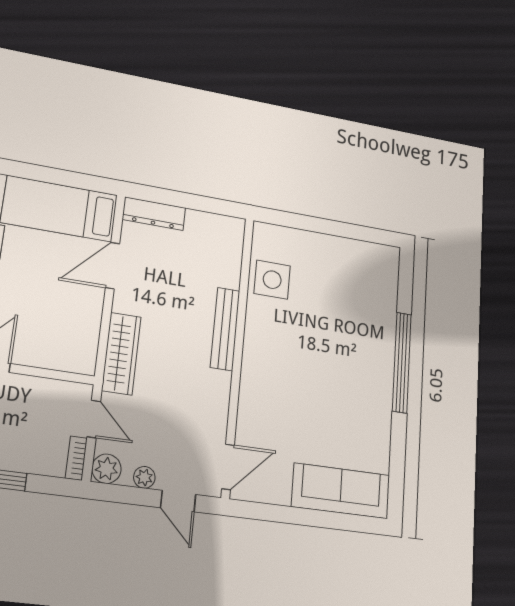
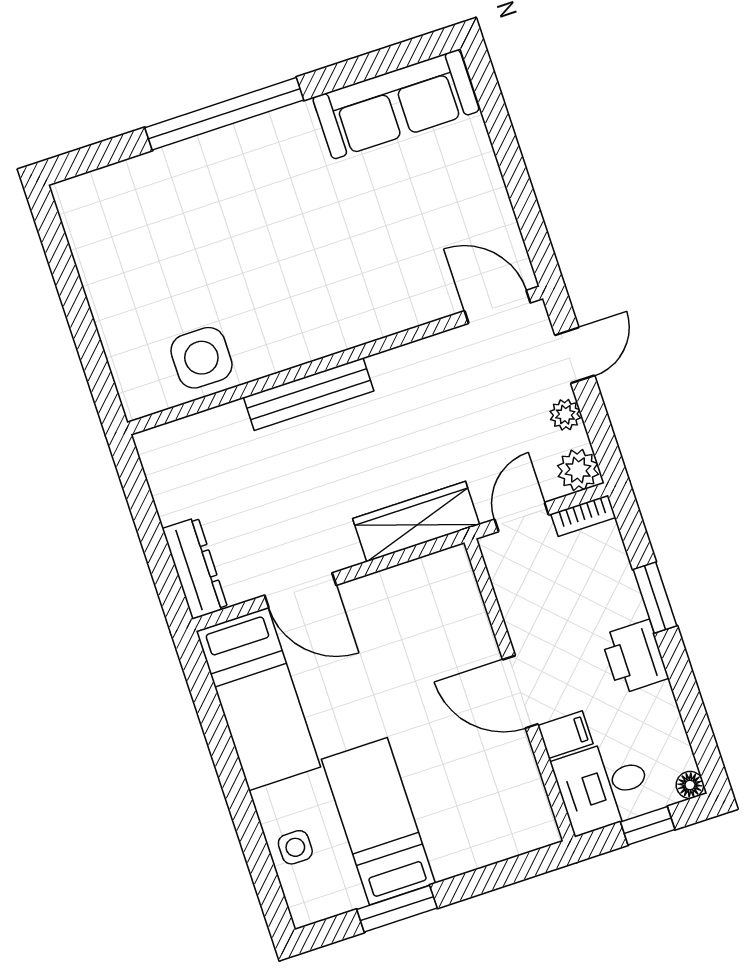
sofa: (341, 491) -> (396, 104), moved, turned -90

